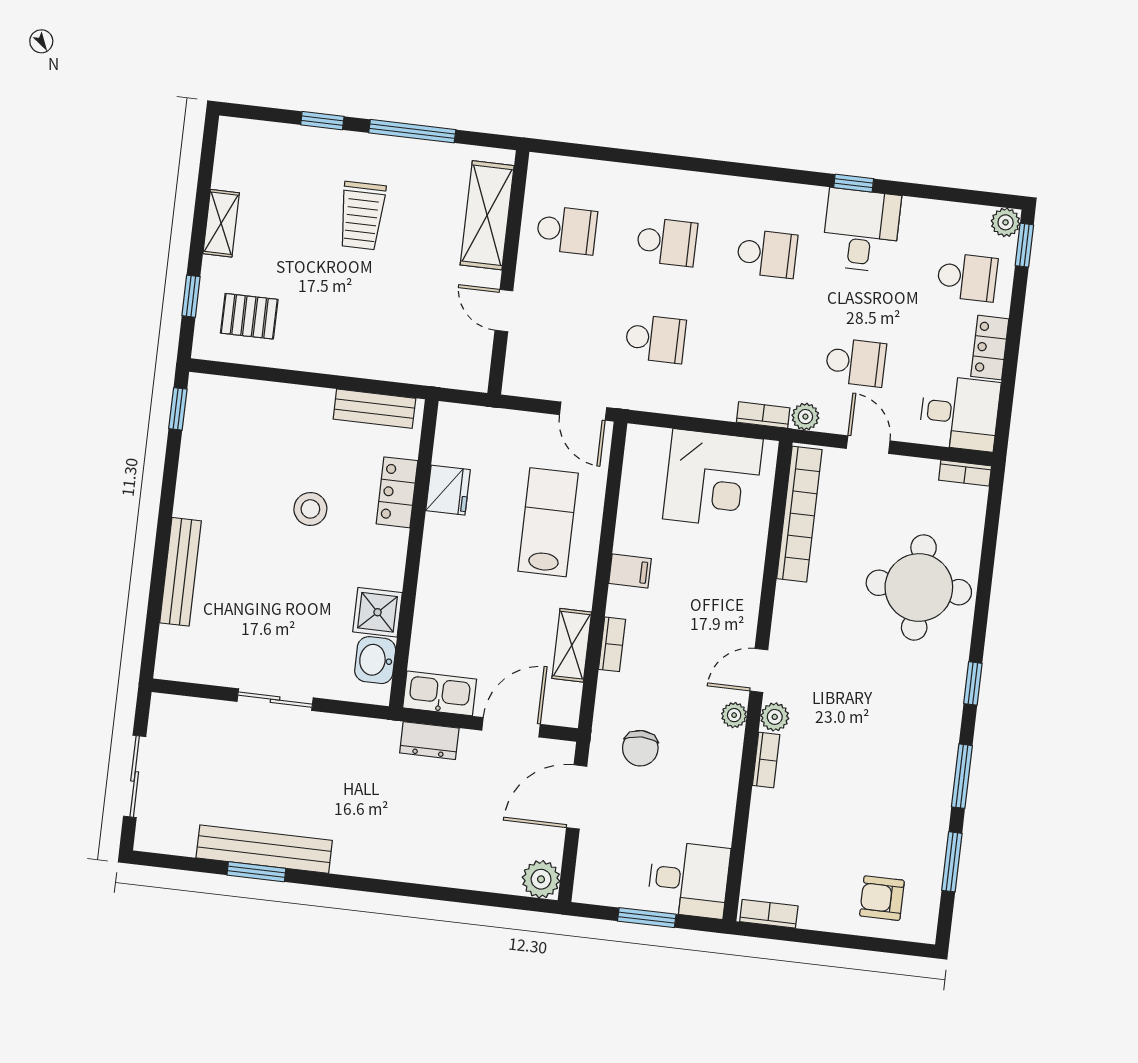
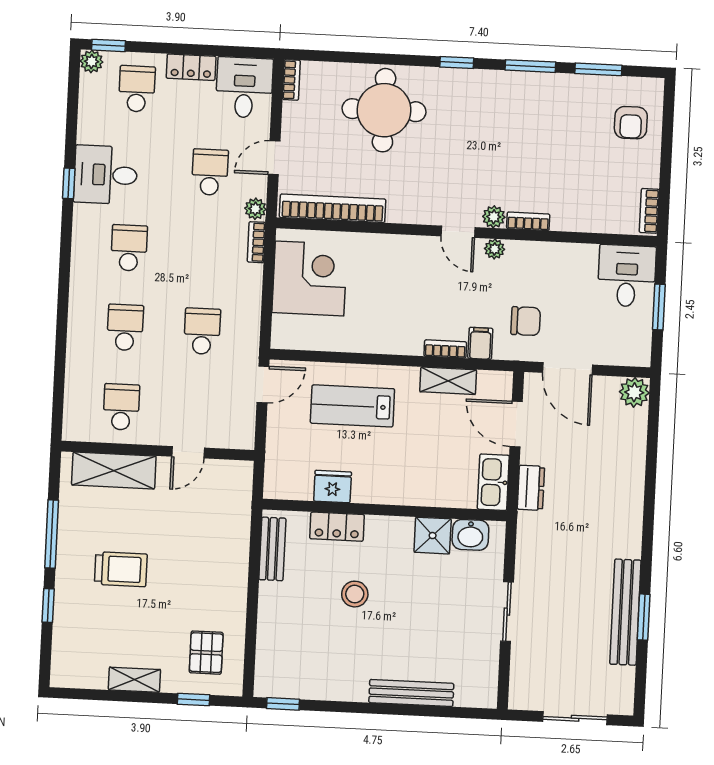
filing cabinet: (630, 571) -> (480, 343), moved

